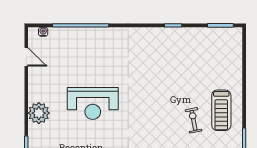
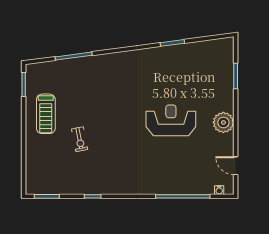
treadmill: (221, 110) -> (46, 114), turned 180
plant: (39, 113) -> (223, 122), moved
exercise bike: (194, 120) -> (80, 139), moved

